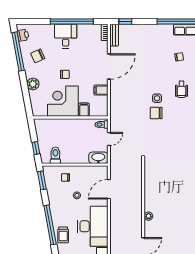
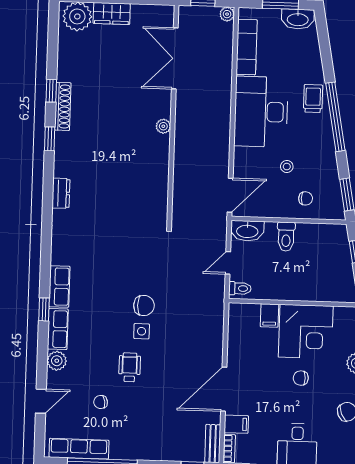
wheelchair: (182, 89) -> (130, 367), moved
filing cabinet: (101, 90) -> (236, 424), moved
toilet: (55, 155) -> (286, 237), moved
door: (109, 189) -> (230, 195), moved

